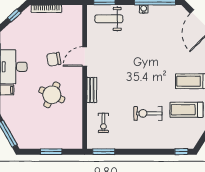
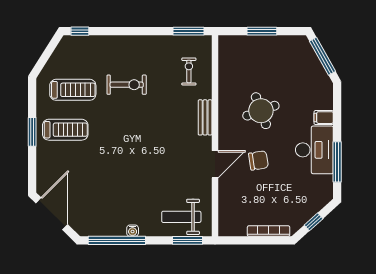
weight bench: (109, 19) -> (181, 217), turned 180
round table: (52, 95) -> (261, 111), turned 45

